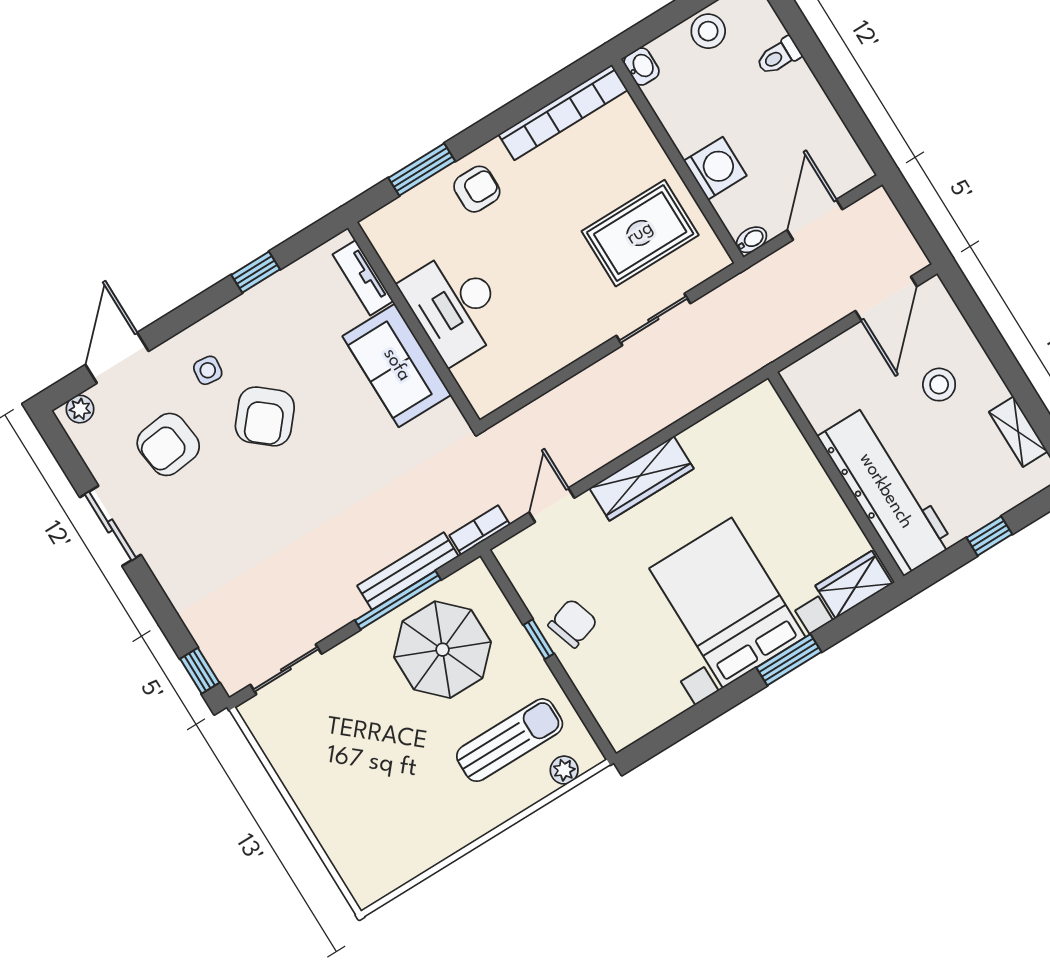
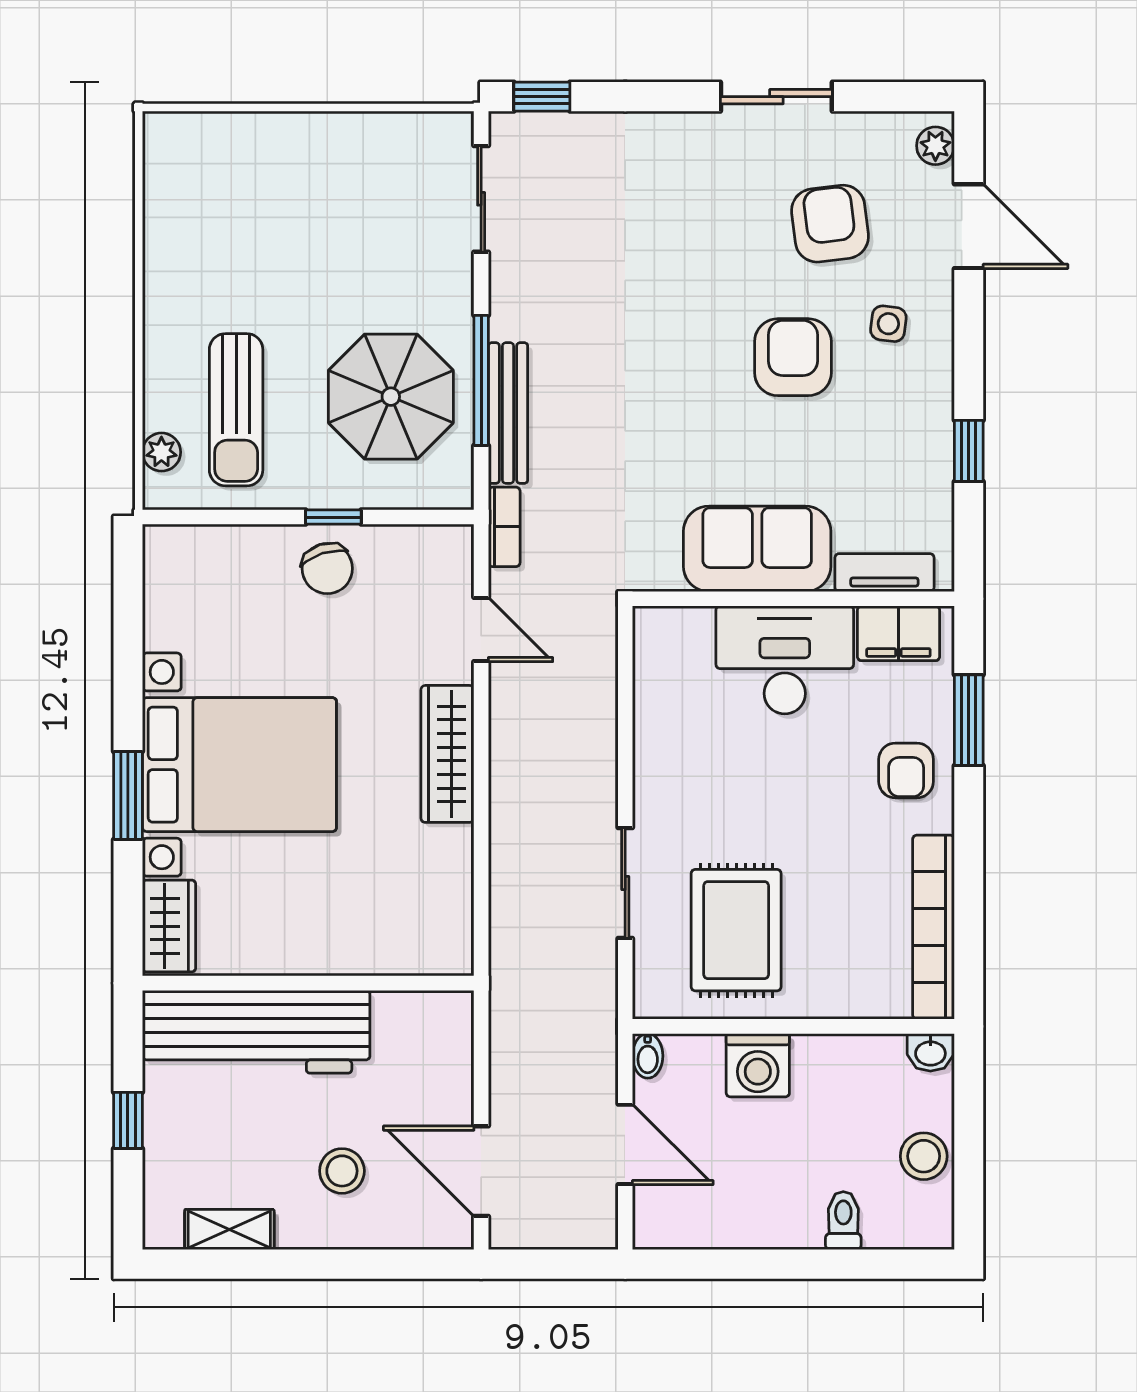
filing cabinet: (395, 246) -> (898, 633), added
armchair: (265, 416) -> (793, 357), turned 50

